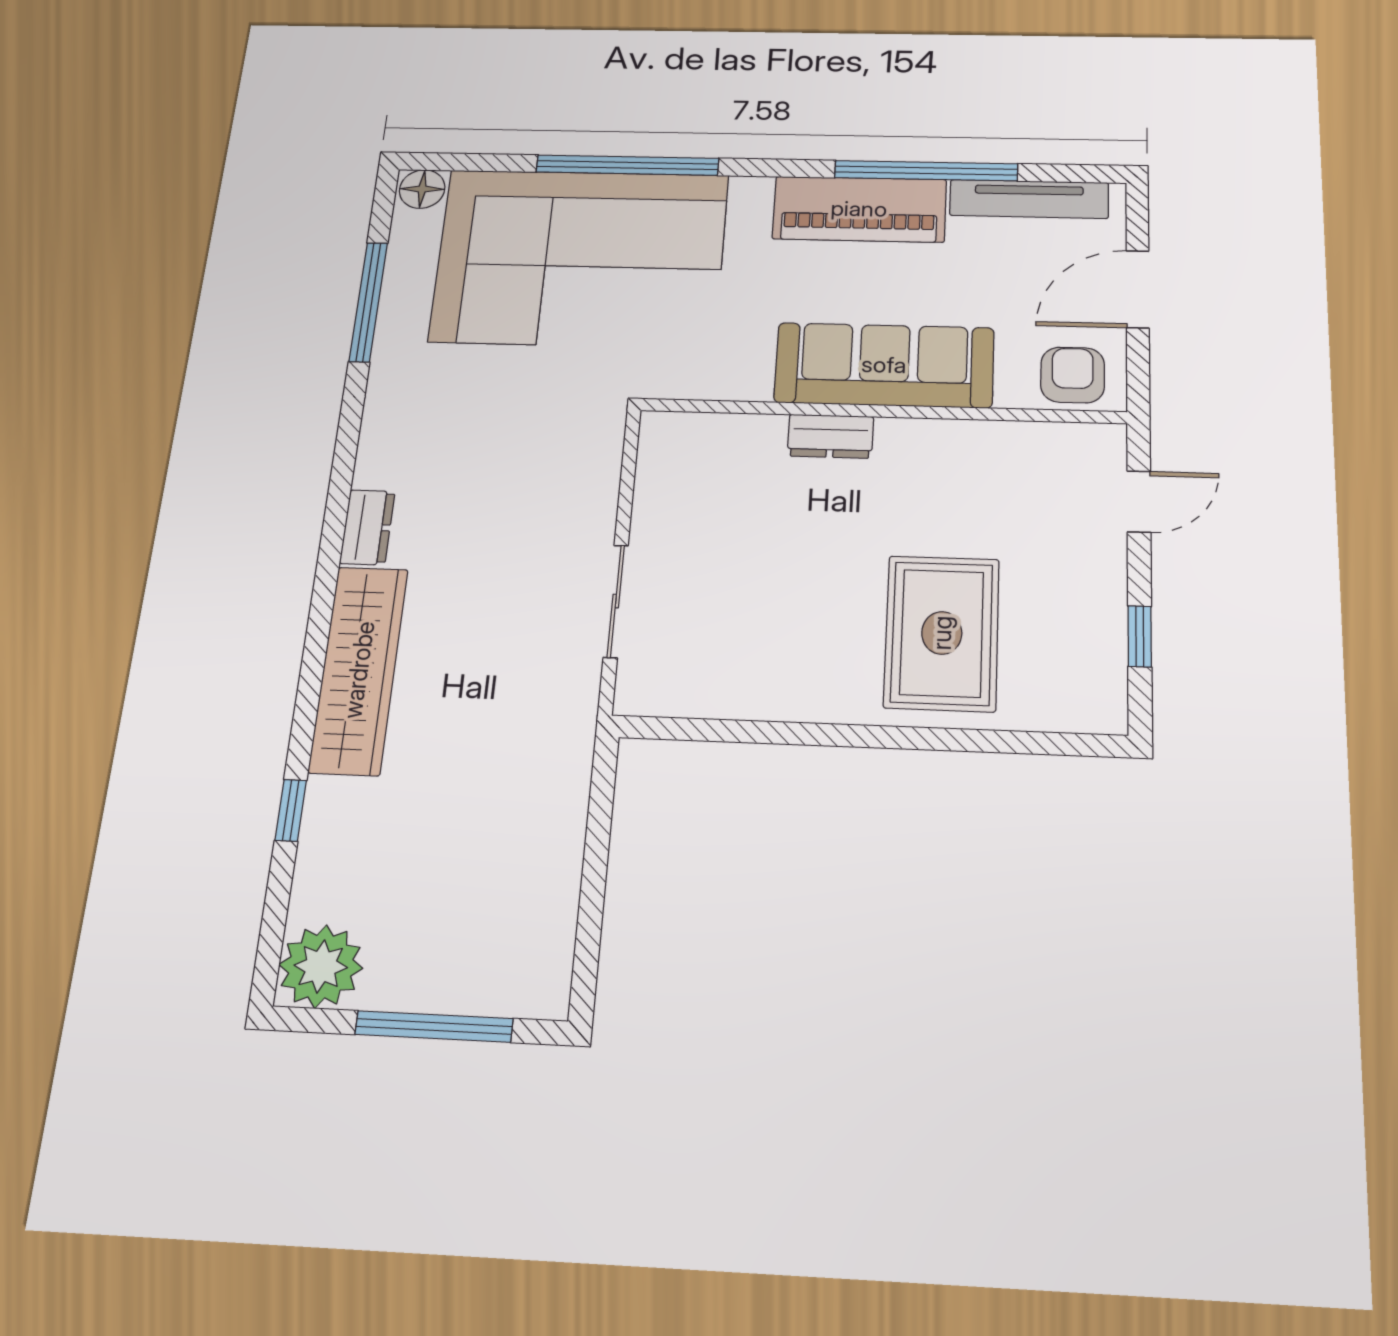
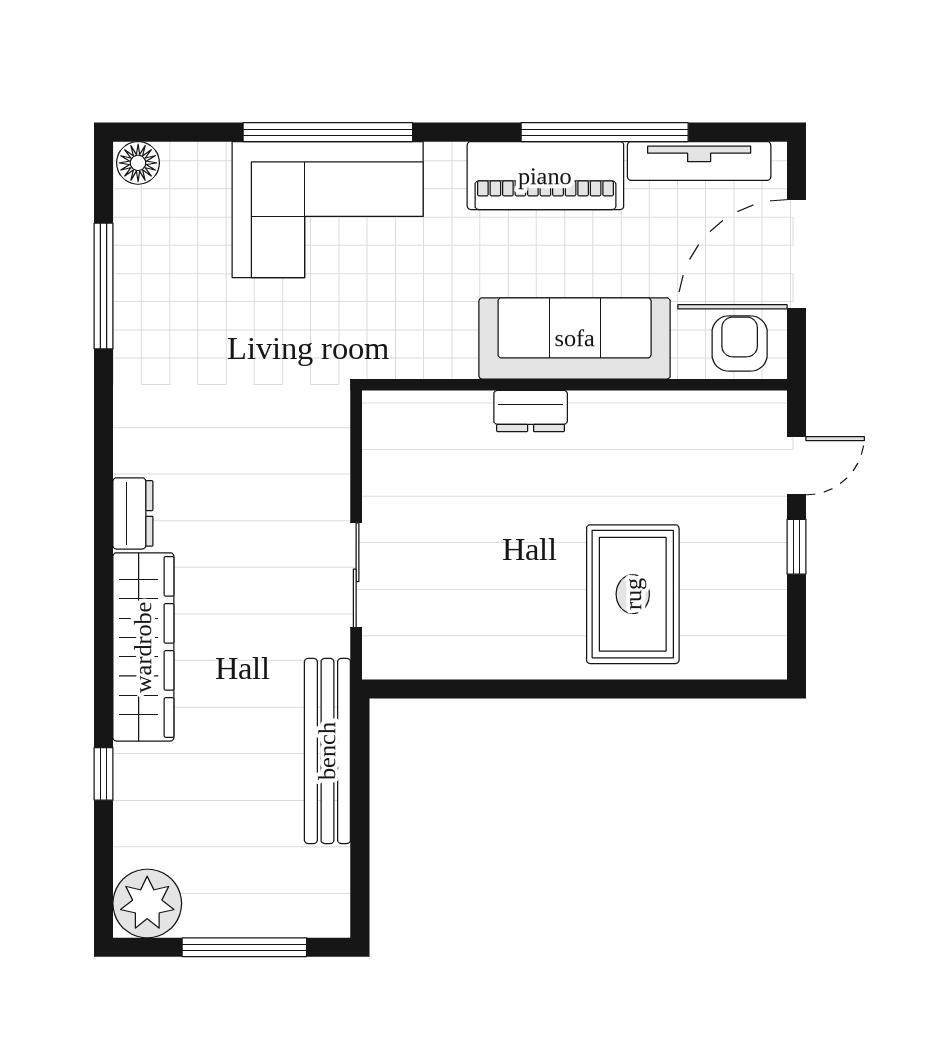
corner sofa: (580, 258) -> (328, 210), width x0.73, depth x0.74
door: (1138, 289) -> (797, 254), width x1.36
window: (1140, 636) -> (797, 547), moved
bench: (562, 795) -> (327, 751), added

